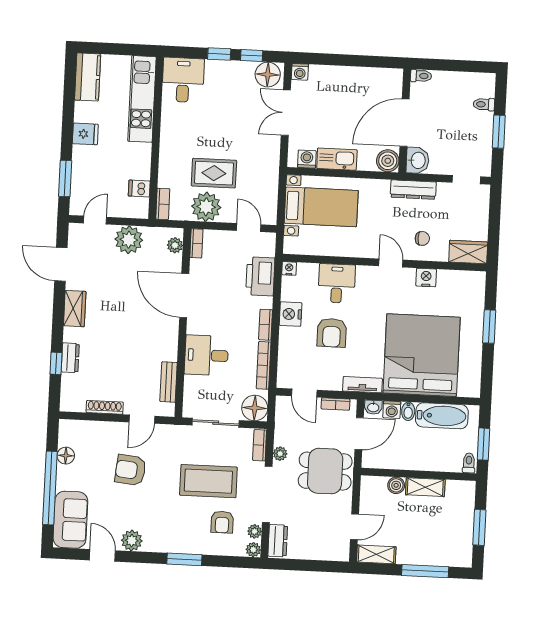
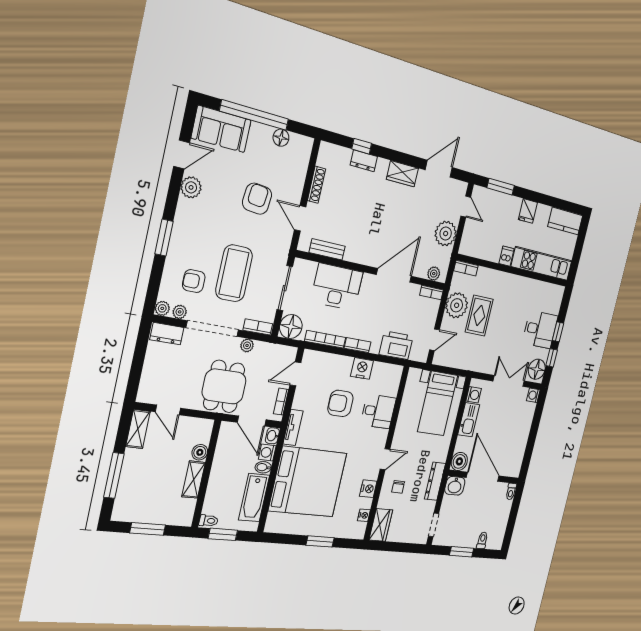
desk: (183, 80) -> (540, 329), moved
dishwasher: (139, 189) -> (506, 256), moved
nightstand: (289, 268) -> (364, 515), moved
desk: (206, 355) -> (337, 287), width x1.37

